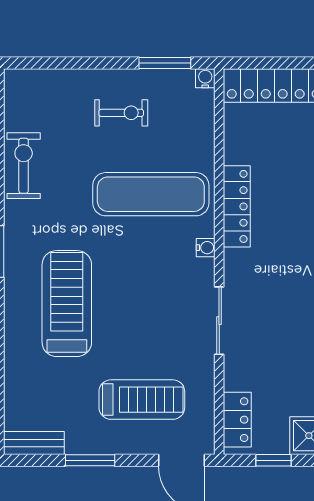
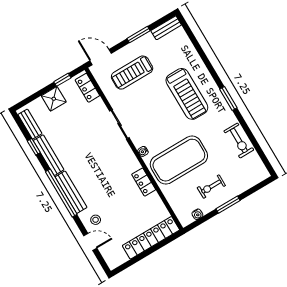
window: (165, 63) -> (228, 205), moved
water cooler: (205, 78) -> (197, 214), moved
exercise mat: (151, 194) -> (179, 160), width x1.47
locker: (237, 206) -> (144, 182), width x0.66

